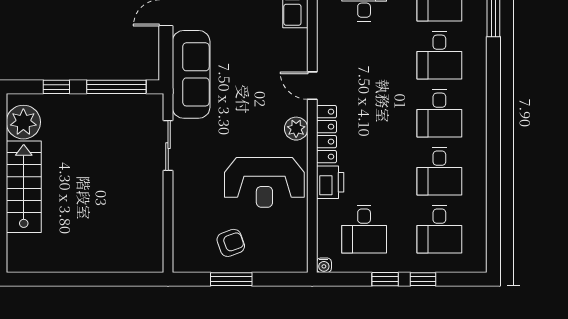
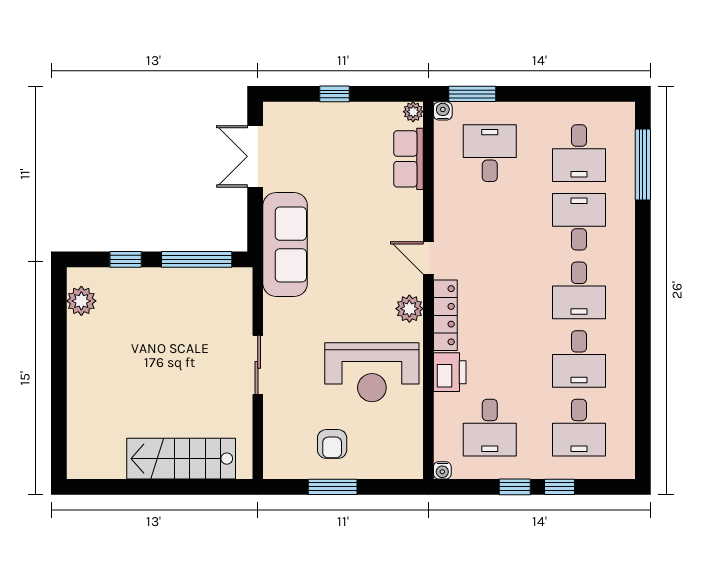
desk: (439, 55) -> (579, 222), turned 180
plant: (23, 122) -> (81, 301), width x0.73, depth x0.73
sliding door: (168, 146) -> (258, 365), moved
stairs: (24, 187) -> (181, 459), moved, turned -90
armchair: (231, 243) -> (332, 444), turned 110

